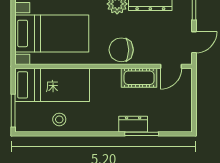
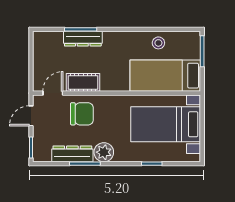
chair: (121, 50) -> (82, 114), moved
dresser: (133, 124) -> (83, 39), width x1.44

